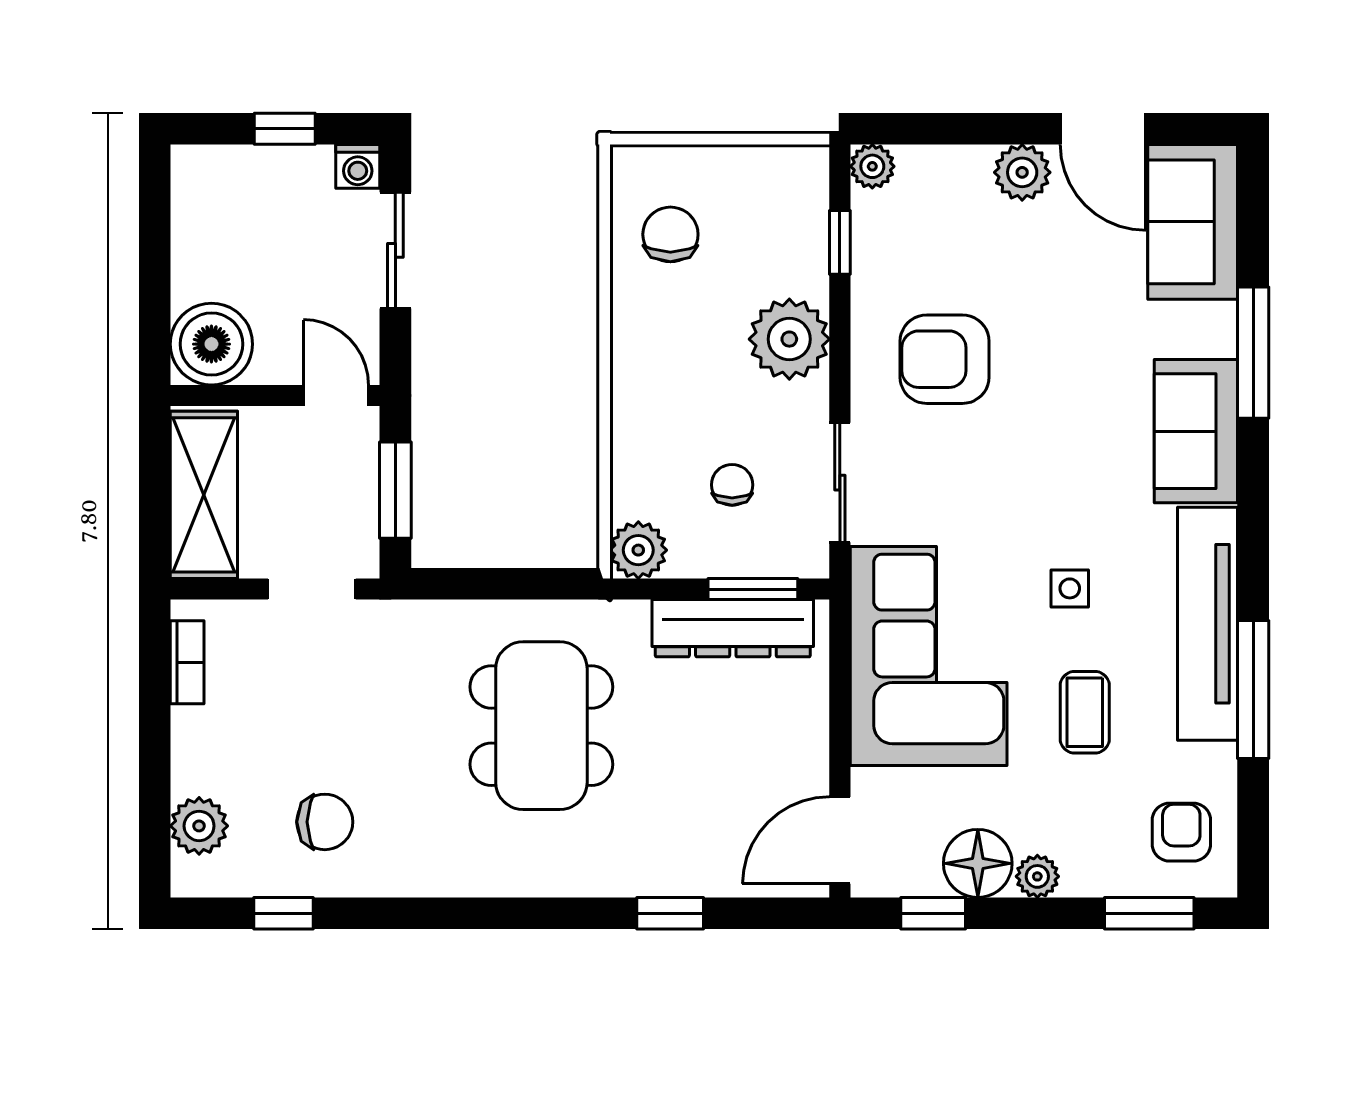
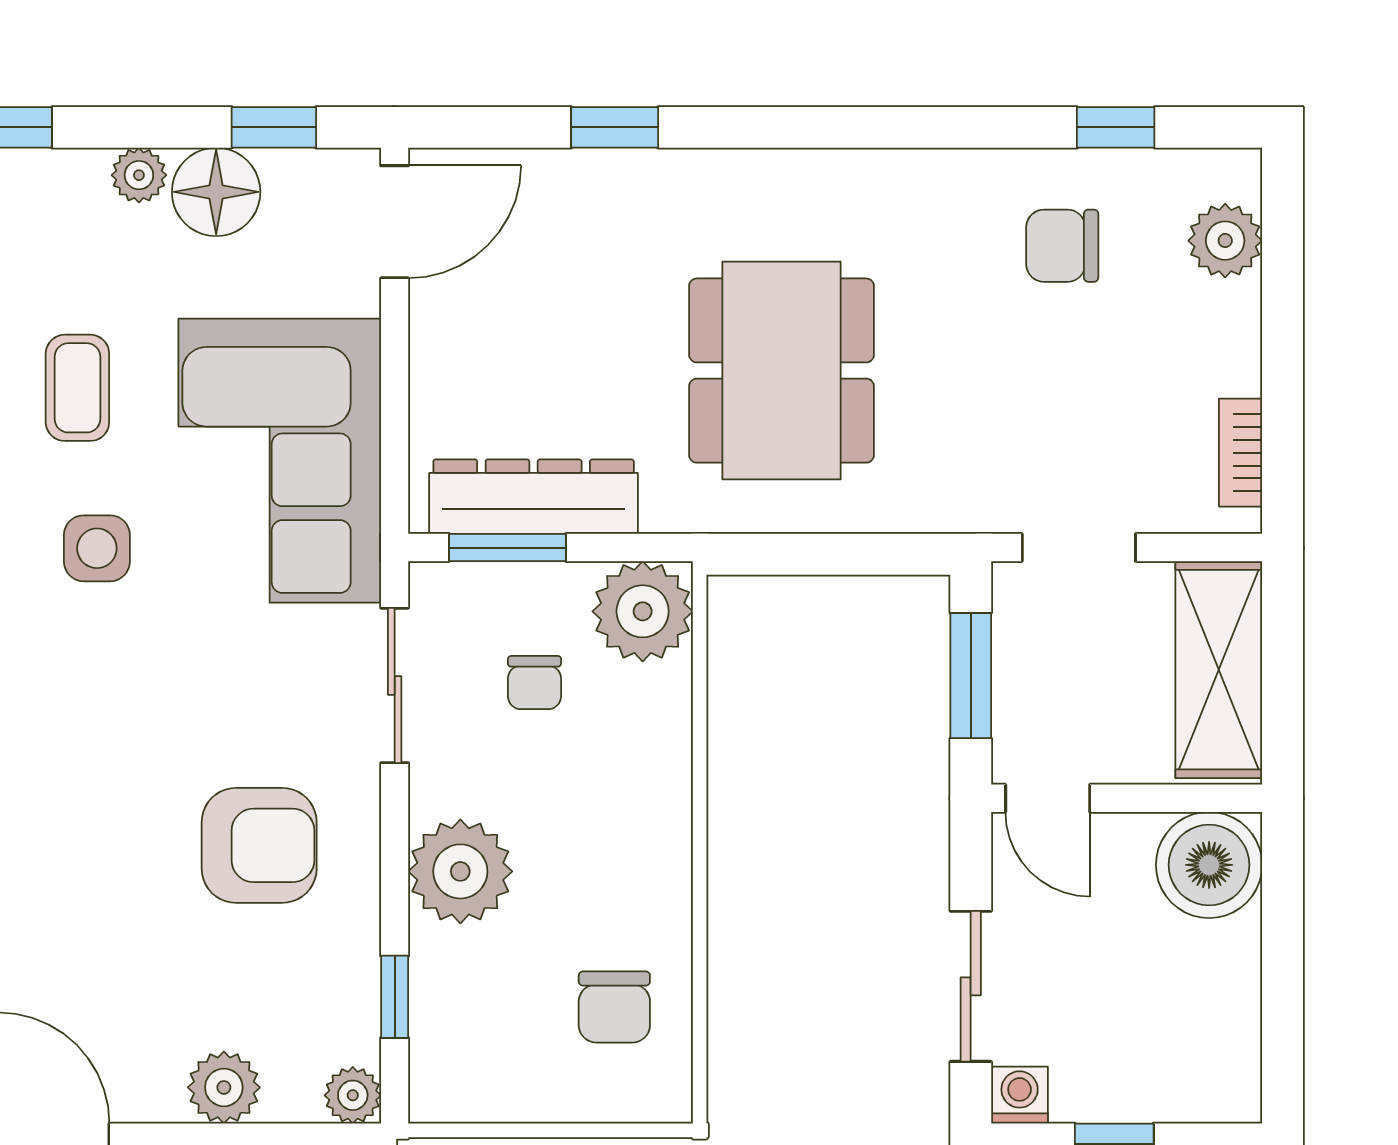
plant: (1022, 172) -> (224, 1087), moved
plant: (638, 550) -> (643, 611), width x1.36, depth x1.36
side table: (1070, 588) -> (97, 548), width x1.37, depth x1.37

